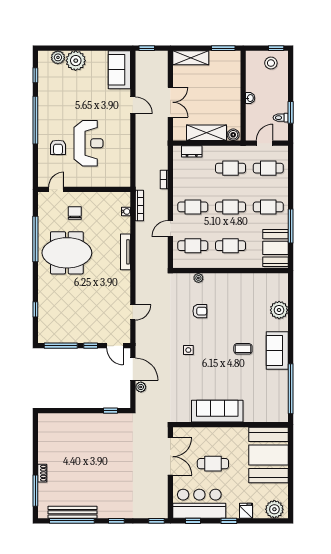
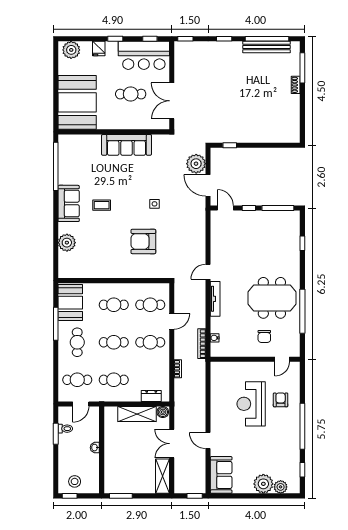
shelving: (191, 58) -> (162, 476), moved, turned 90
boiler: (233, 135) -> (163, 412), moved
cafe table: (268, 207) -> (77, 342), turned 90
plant: (198, 278) -> (145, 274), removed
armchair: (200, 311) -> (143, 241), width x1.88, depth x1.88
door: (133, 312) -> (208, 272), moved
plant: (141, 387) -> (196, 164), width x1.87, depth x1.87

